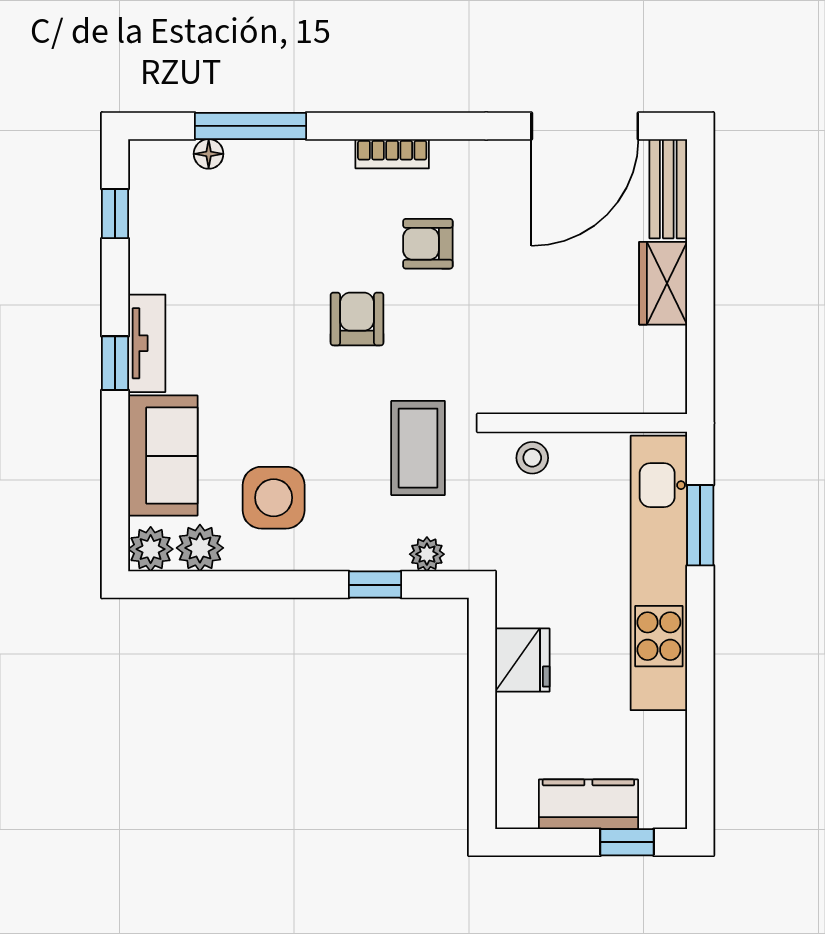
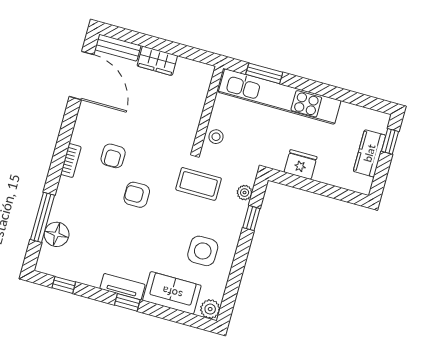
floor lamp: (209, 154) -> (57, 234), width x1.89, depth x1.89
plant: (200, 548) -> (215, 288), removed

